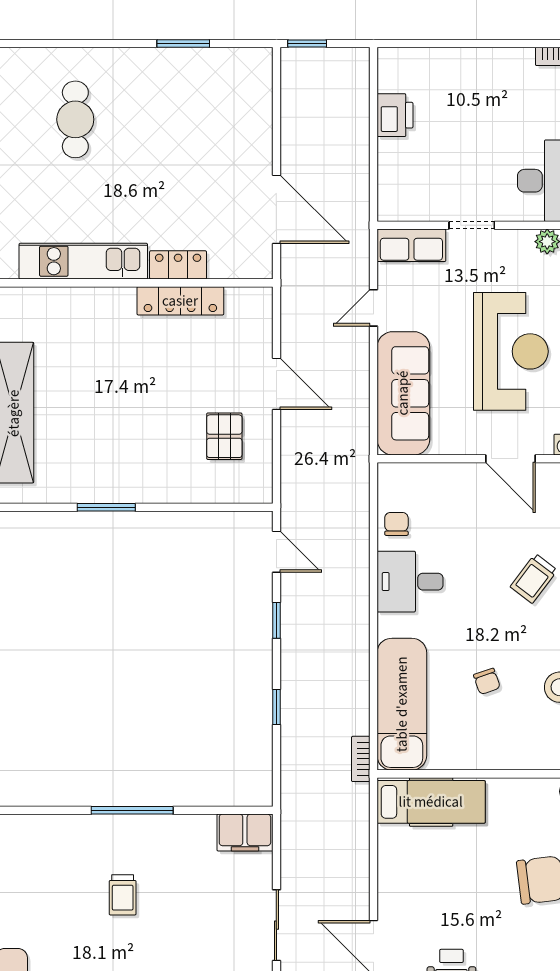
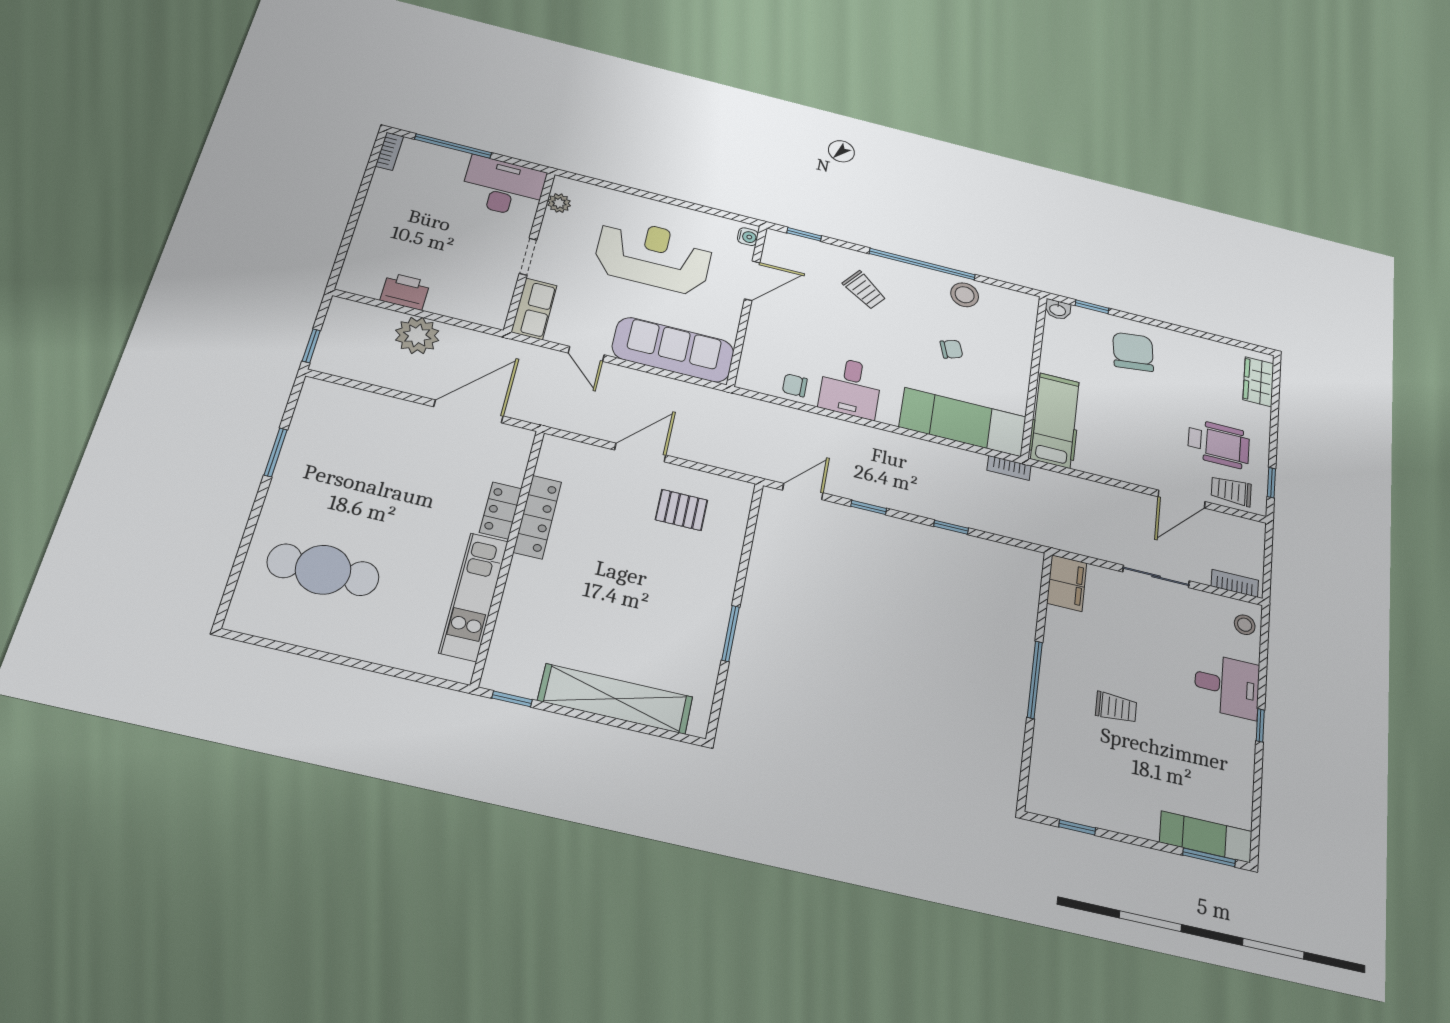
cafe table: (75, 119) -> (323, 570), width x1.37, depth x1.35
plant: (348, 140) -> (417, 335), added

